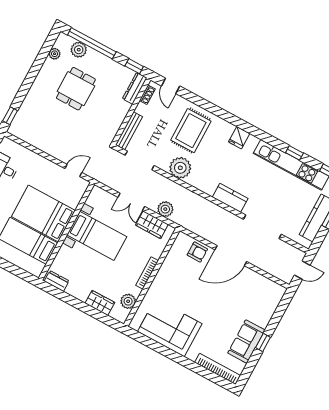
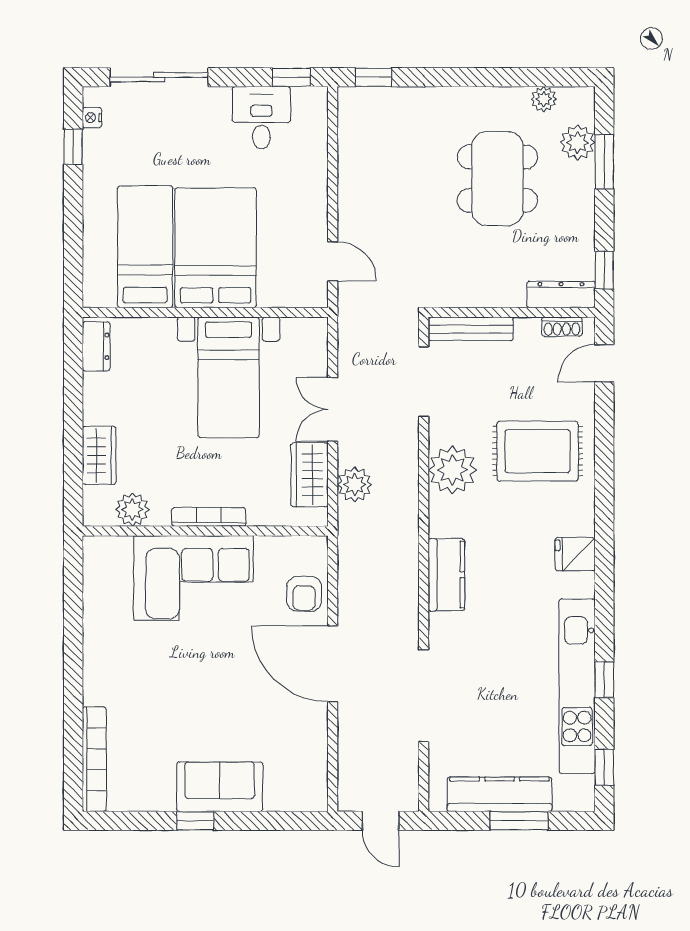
window: (92, 43) -> (604, 162), width x0.47
dining table: (76, 89) -> (497, 179), width x1.38
kitchen counter: (230, 198) -> (446, 575), moved
corner sofa: (170, 328) -> (194, 578), moved, turned 90
sofa: (246, 342) -> (220, 787), moved

